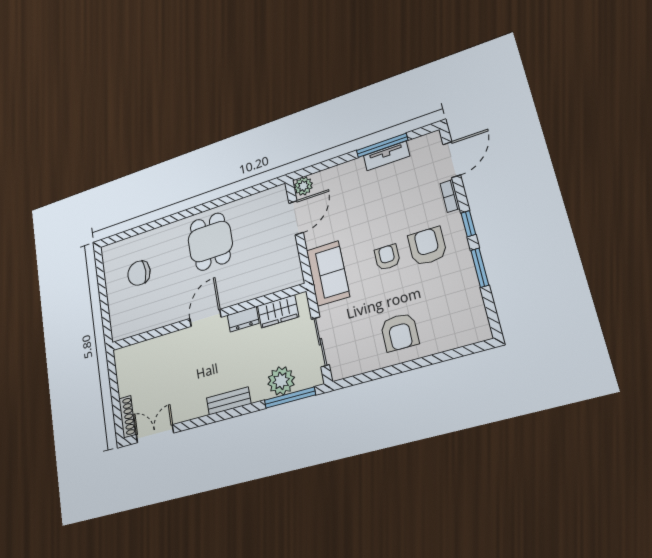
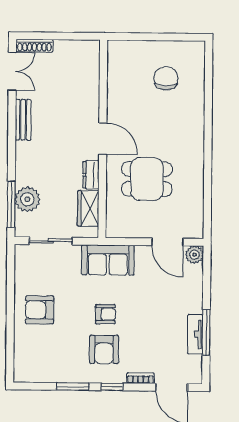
dining table: (210, 242) -> (147, 179), moved
armchair: (427, 246) -> (104, 349), turned 90
bench: (229, 401) -> (23, 120), moved

